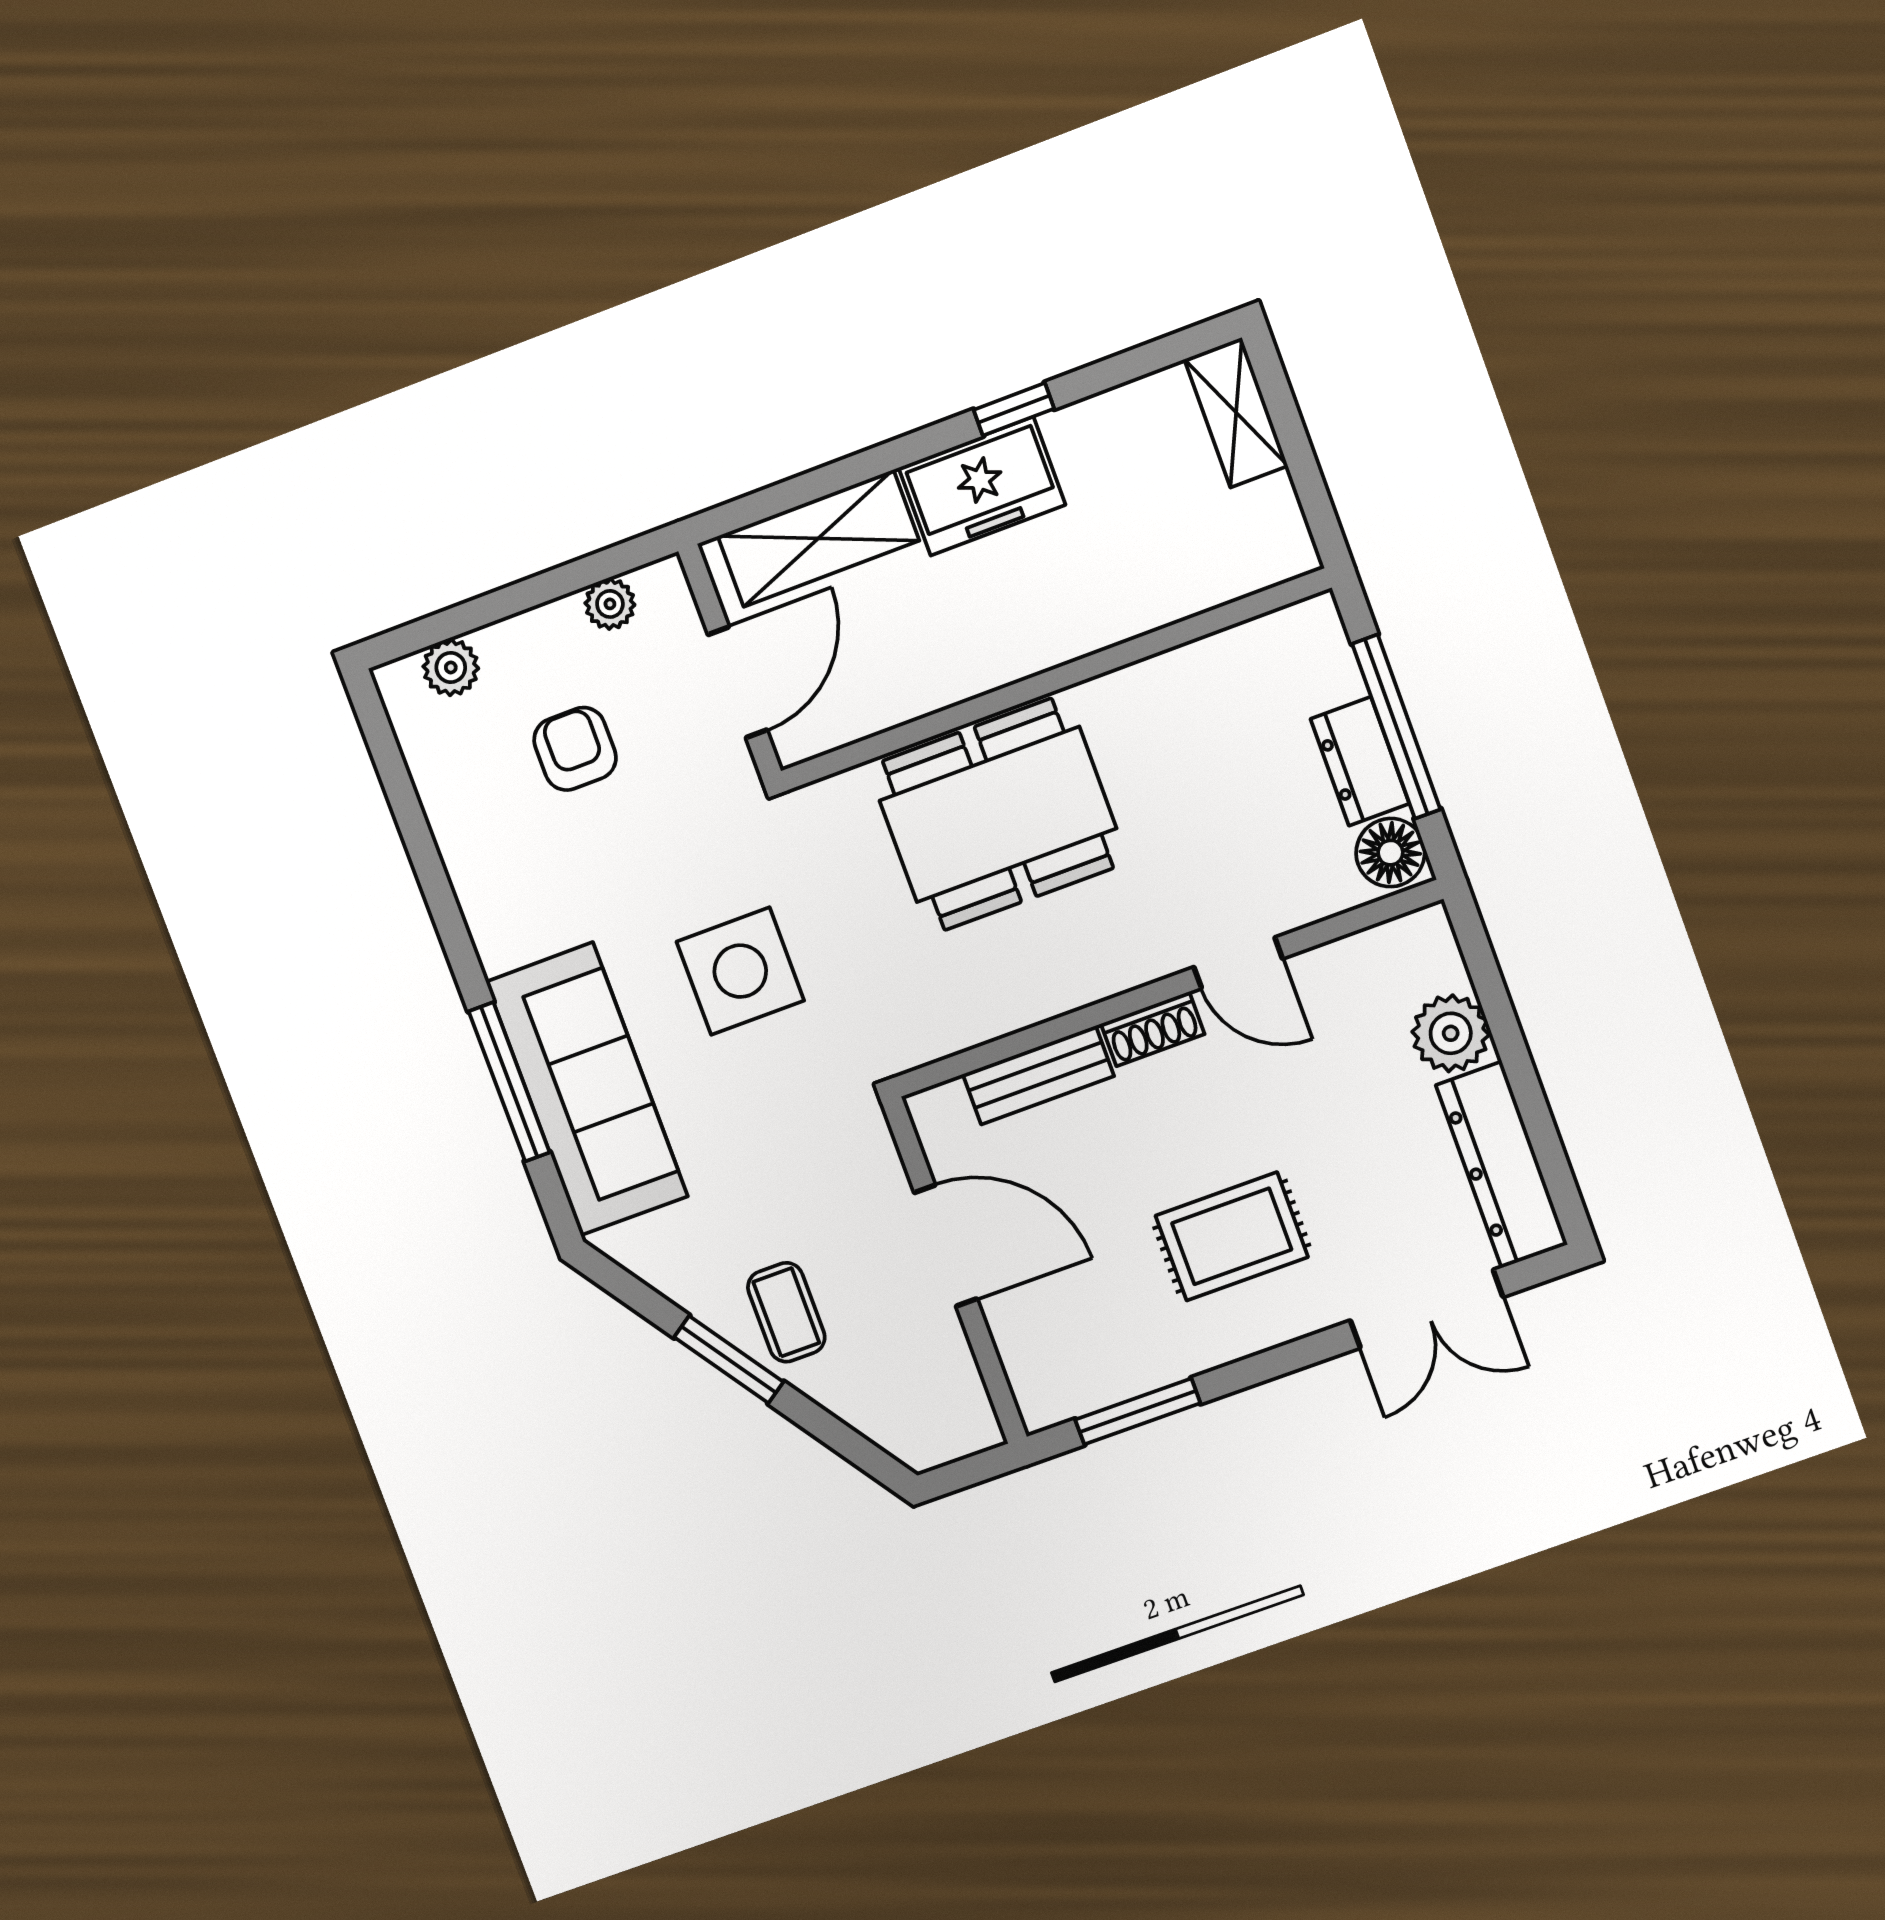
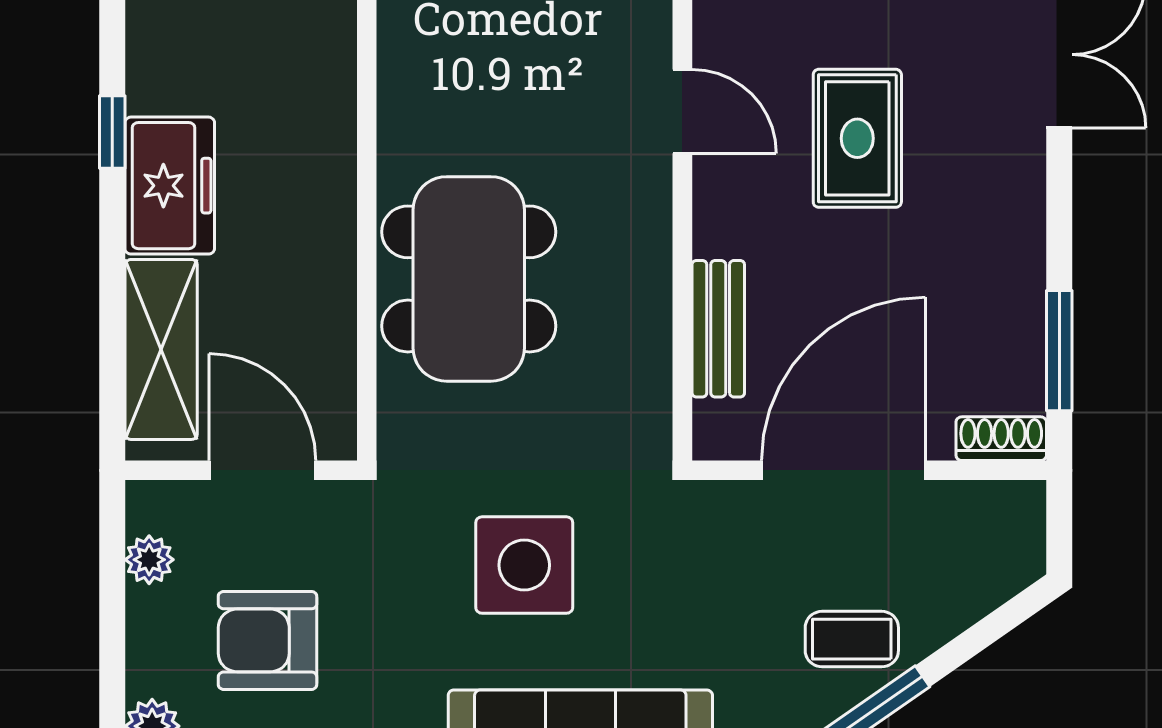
armchair: (575, 749) -> (268, 640), width x1.38, depth x1.38
door: (1238, 963) -> (682, 111), hinge flipped
shoe rack: (1153, 1029) -> (1001, 439), moved, turned -90
rug: (1232, 1236) -> (857, 138), moved
door: (946, 1246) -> (843, 470), width x1.36

